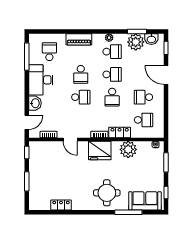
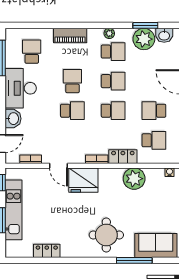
school desk: (81, 74) -> (72, 81), turned 180
school desk: (112, 97) -> (113, 111), turned -90
fridge: (100, 151) -> (83, 180), moved
kitchen unit: (35, 174) -> (13, 210), added

